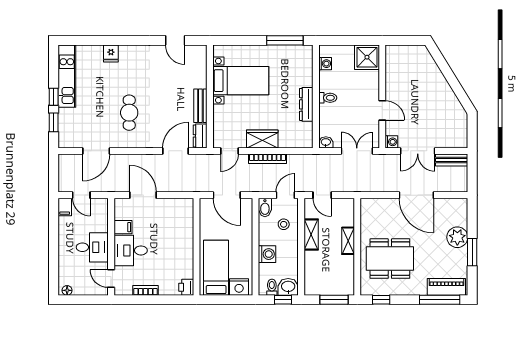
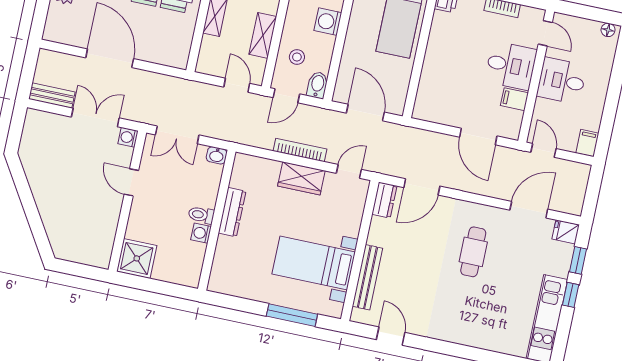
window: (285, 40) -> (292, 315), moved
fridge: (111, 53) -> (566, 232), moved, turned -90
washing machine: (325, 64) -> (201, 233), moved
bench: (200, 106) -> (367, 277), moved, width x1.36
door: (81, 195) -> (543, 150), moved

